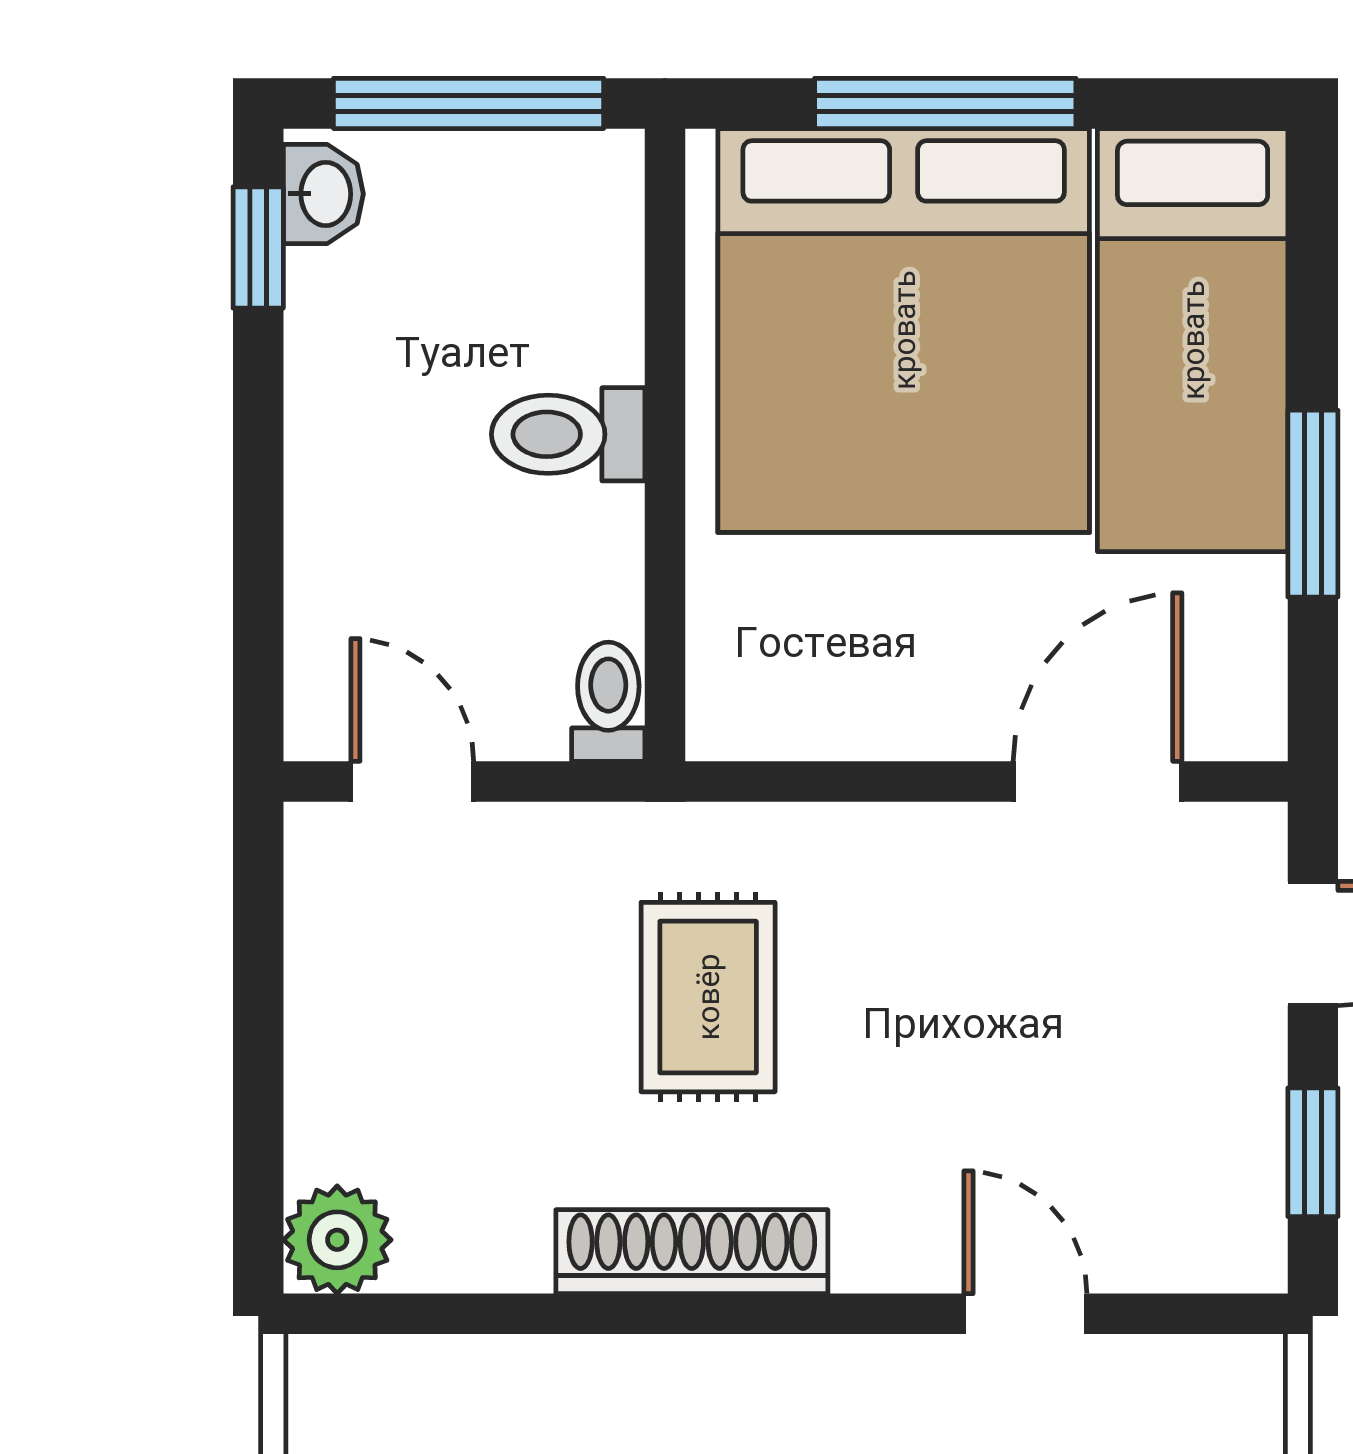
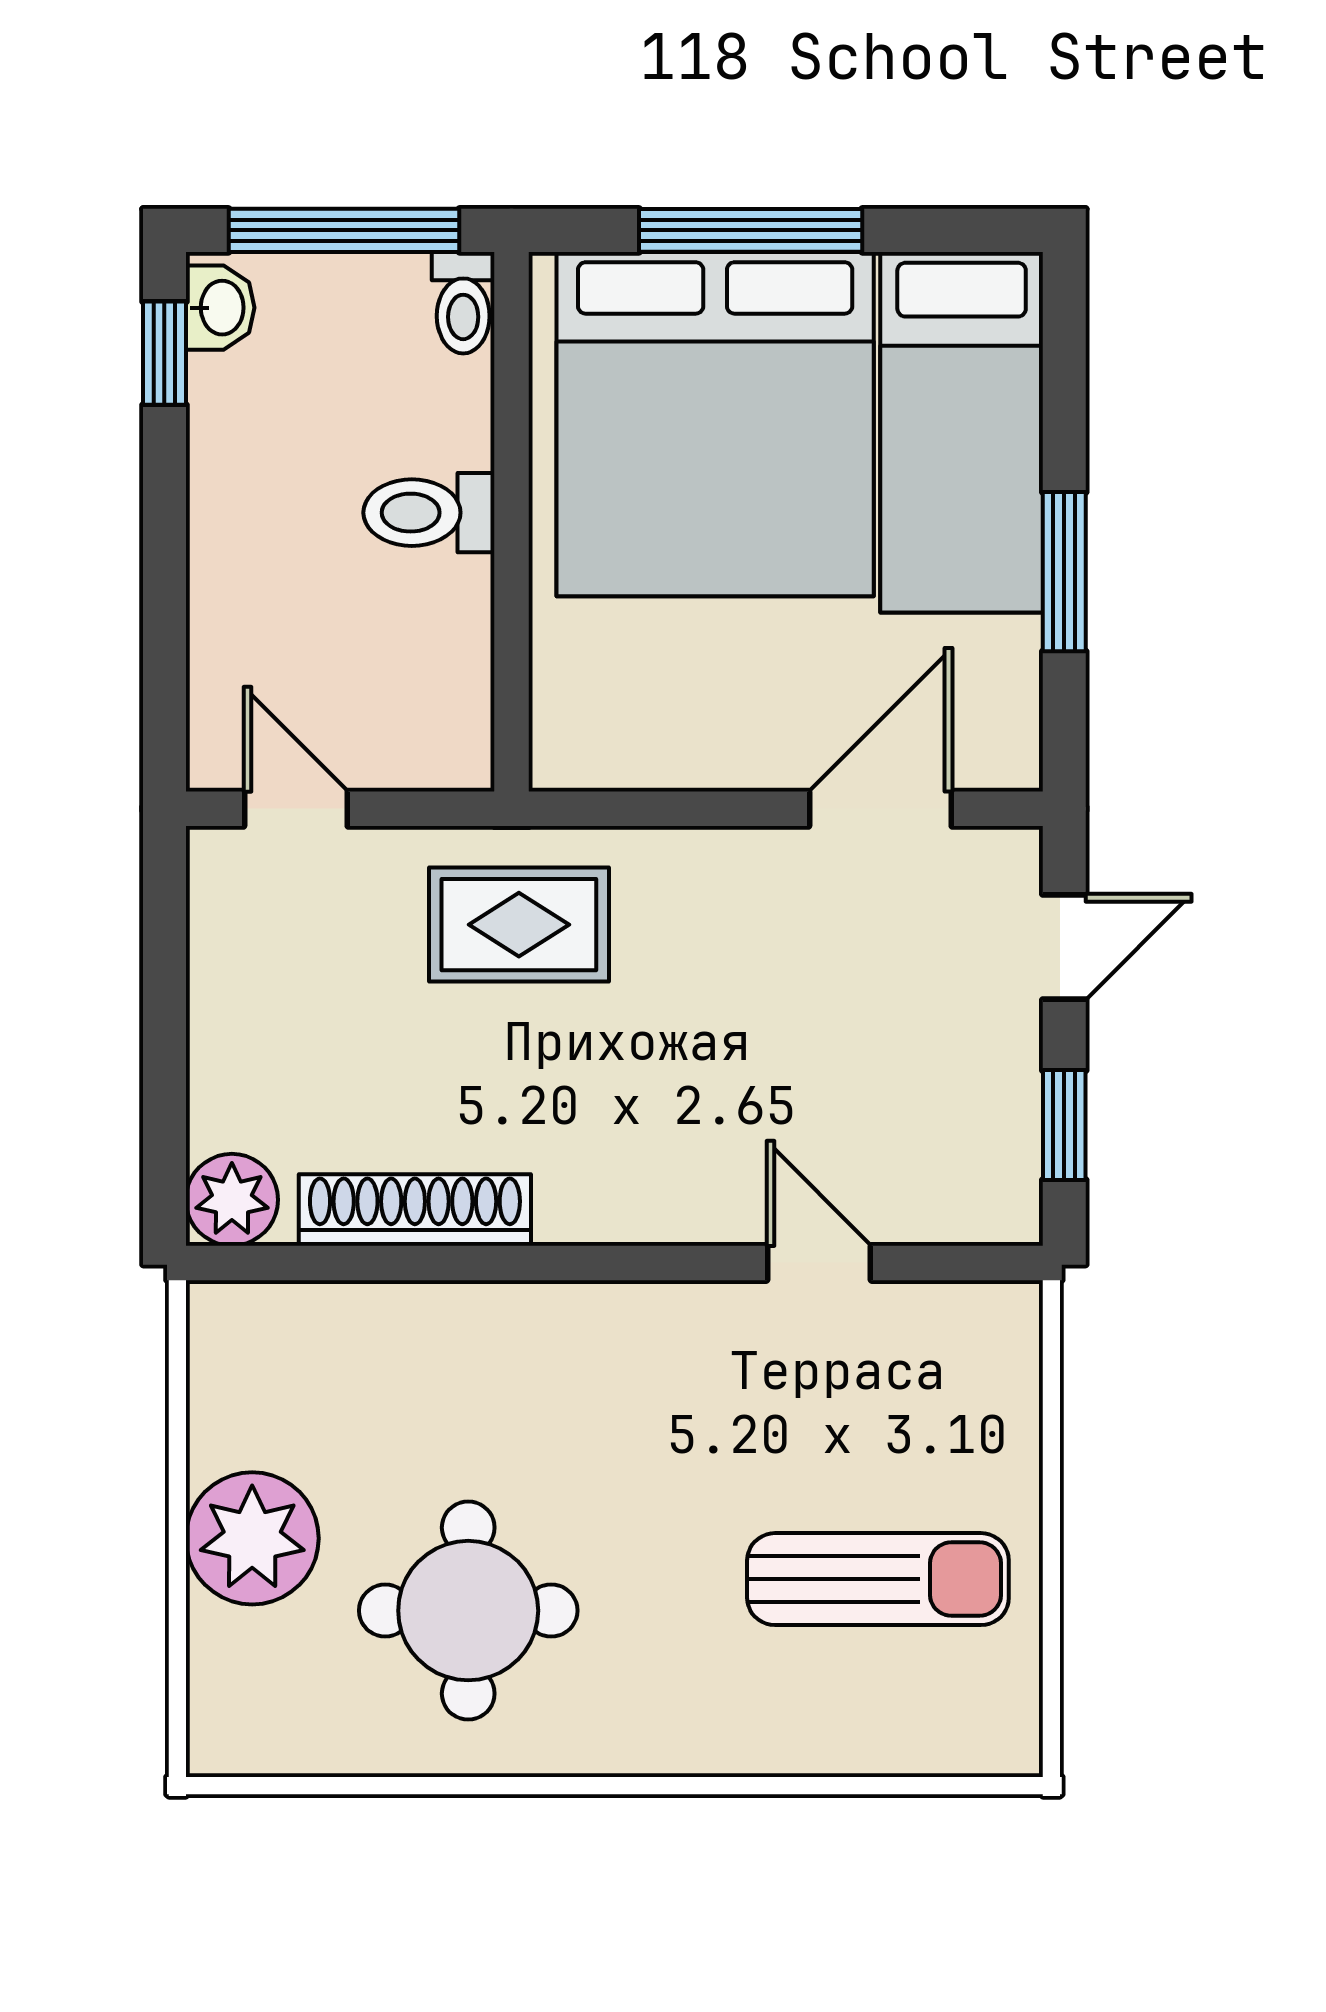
toilet: (608, 702) -> (463, 303), moved, turned 180
rug: (708, 997) -> (519, 925), moved, turned 90
shoe rack: (692, 1252) -> (415, 1210), moved

